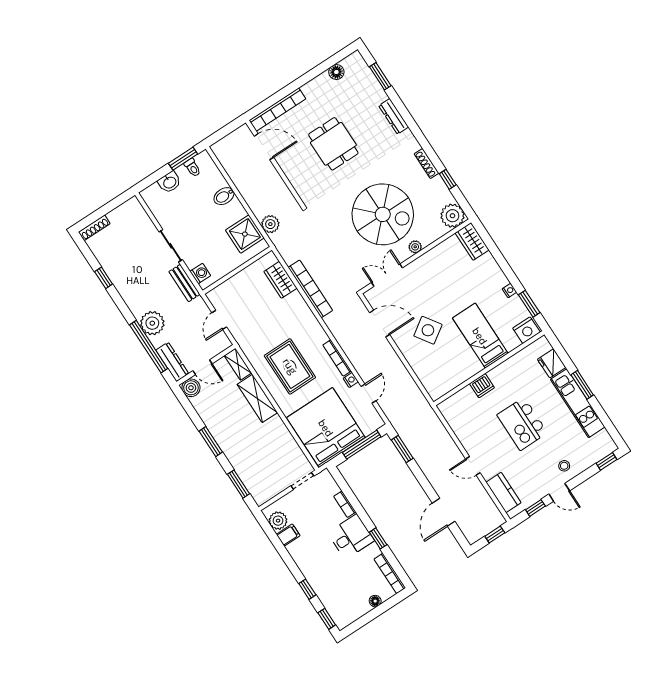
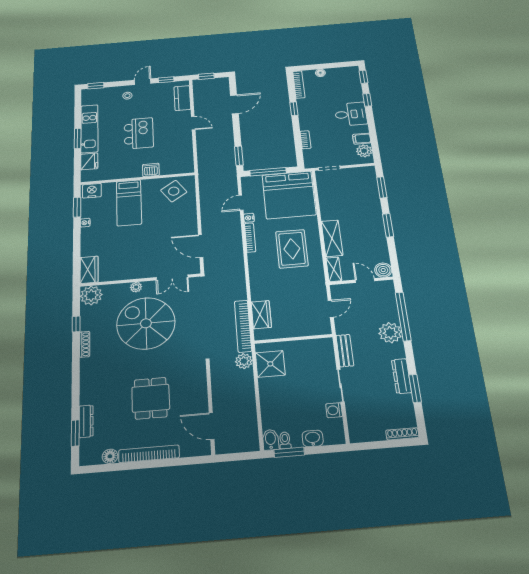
bookcase: (277, 110) -> (149, 454), moved
dresser: (394, 116) -> (86, 421), moved
bidet: (224, 196) -> (271, 440), moved, turned -90
washing machine: (200, 273) -> (334, 410), moved
window: (104, 278) -> (415, 388), width x1.50
bookcase: (310, 289) -> (243, 326), moved
side table: (428, 330) -> (174, 191), moved
dresser: (172, 362) -> (402, 376), moved
door: (559, 492) -> (143, 82), hinge flipped
desk: (351, 537) -> (351, 114), moved, turned 180

